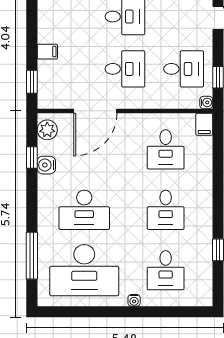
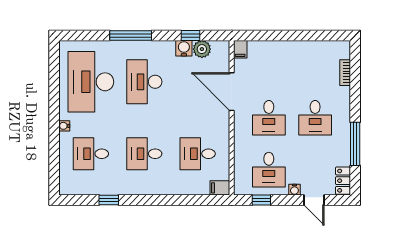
filing cabinet: (47, 52) -> (240, 49), moved
window: (32, 82) -> (257, 35), removed
water cooler: (206, 102) -> (294, 190), moved
plant: (47, 130) -> (202, 49), moved
window: (32, 256) -> (131, 35), moved

